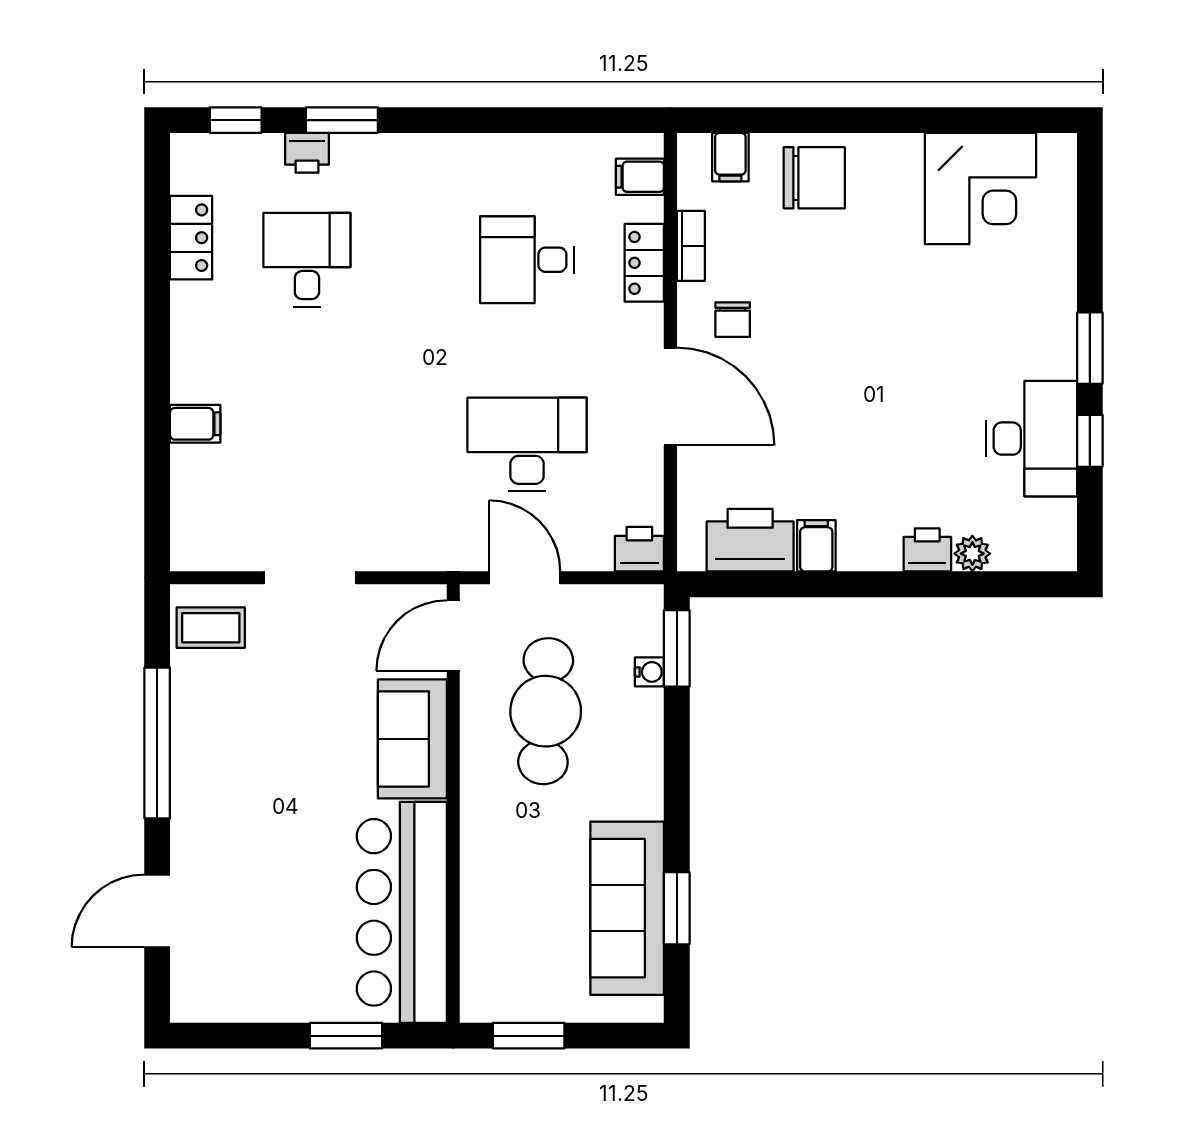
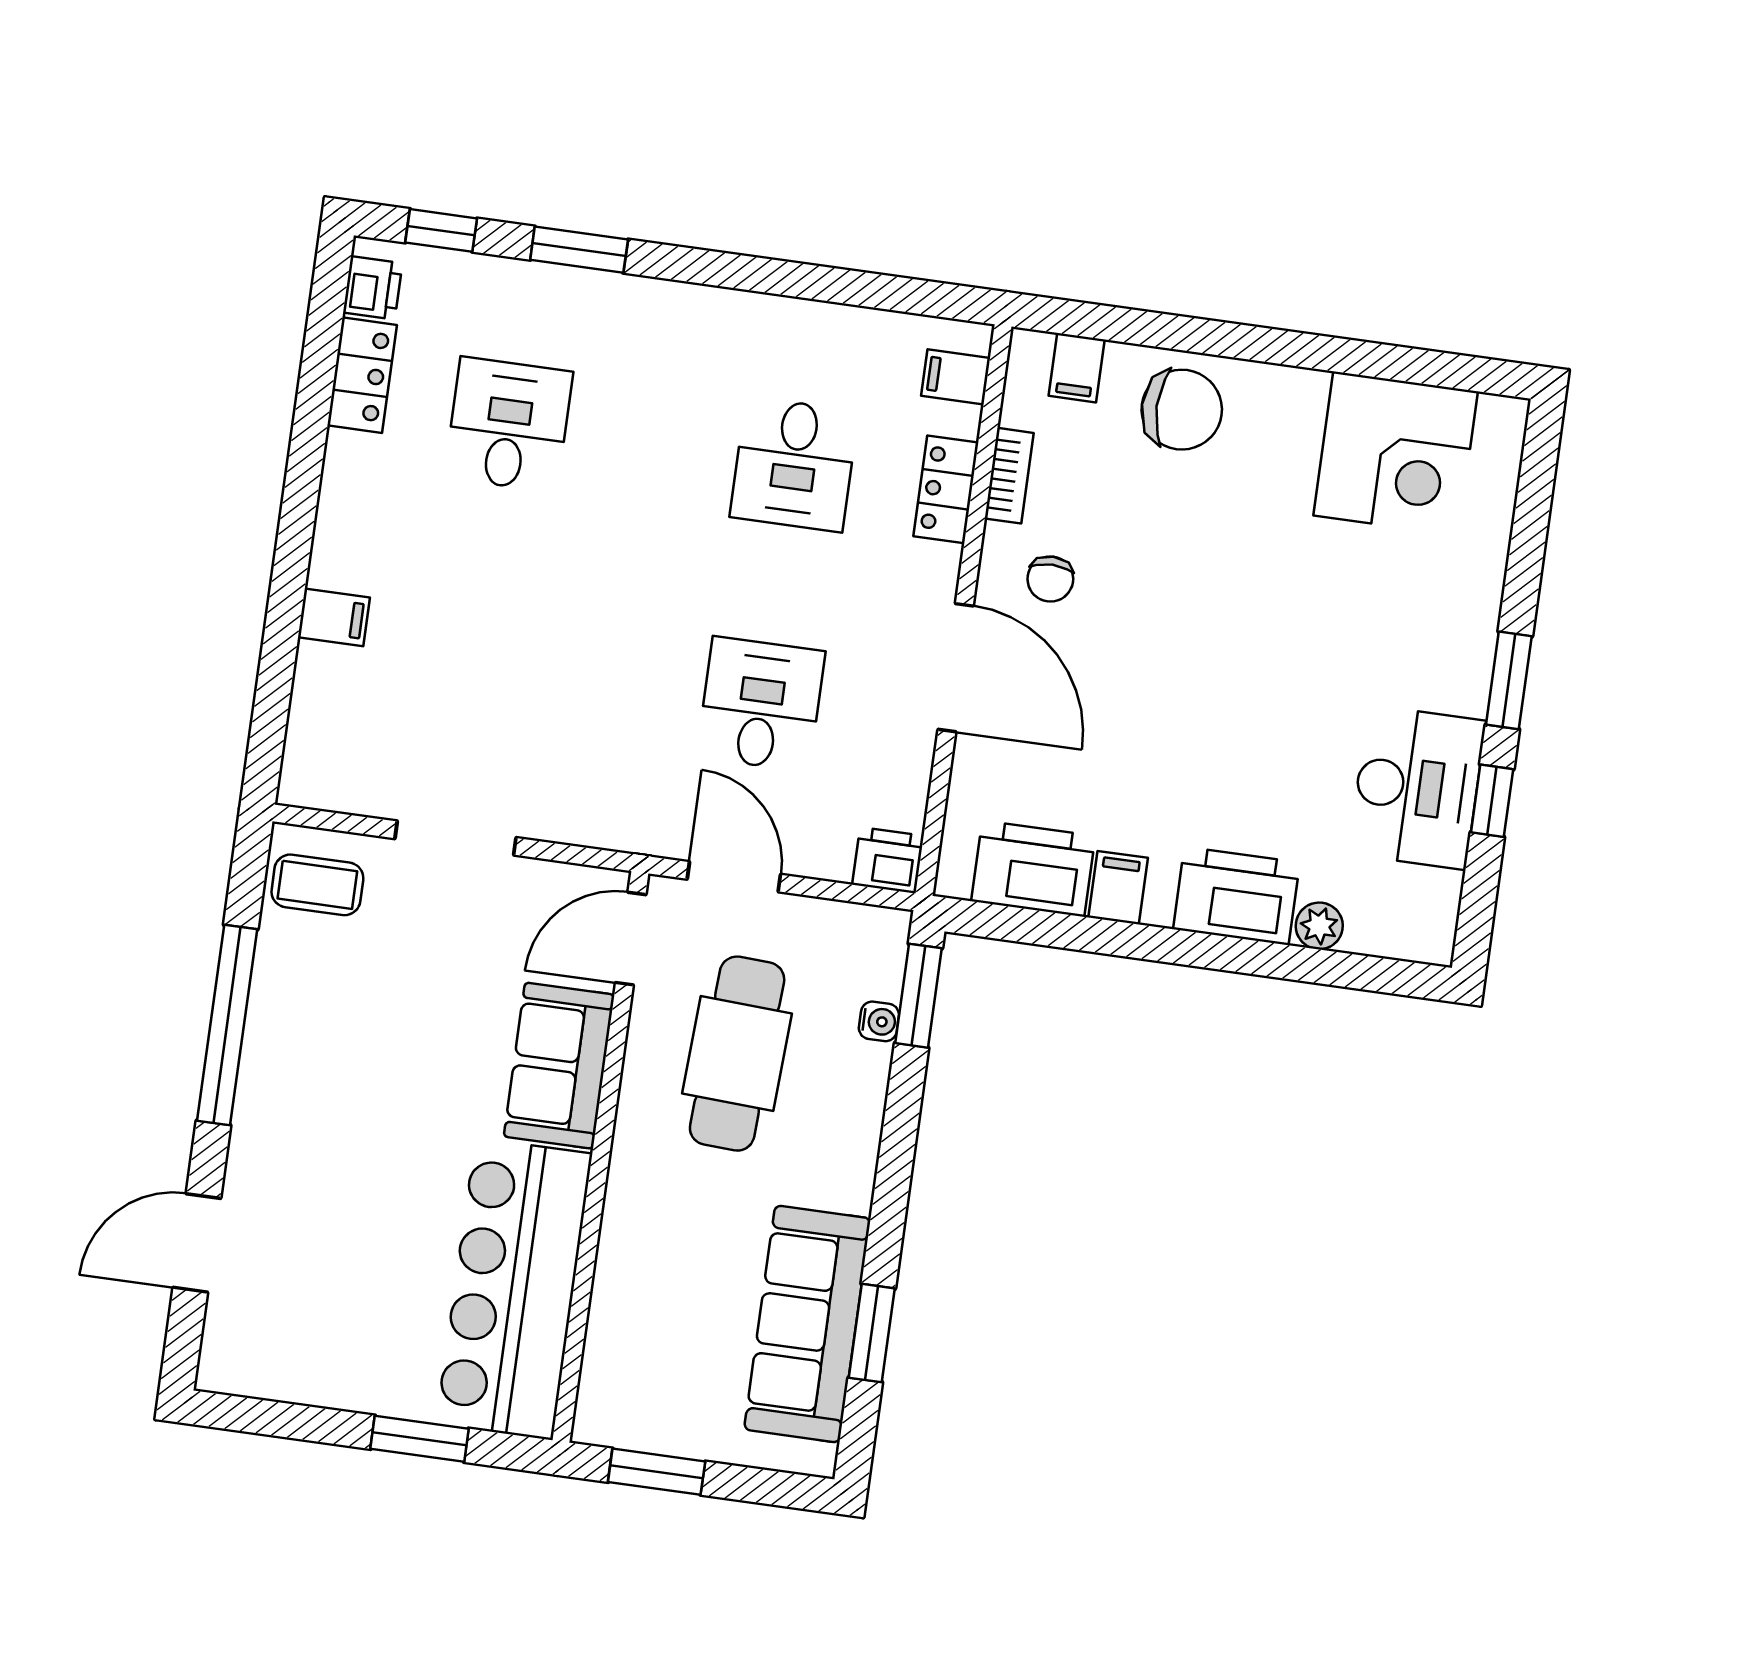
printer: (307, 153) -> (373, 288), moved, turned -90
desk: (527, 260) -> (794, 464), turned -90
desk: (527, 445) -> (761, 704), width x0.73
printer: (927, 550) -> (1236, 896), width x1.87, depth x1.48

